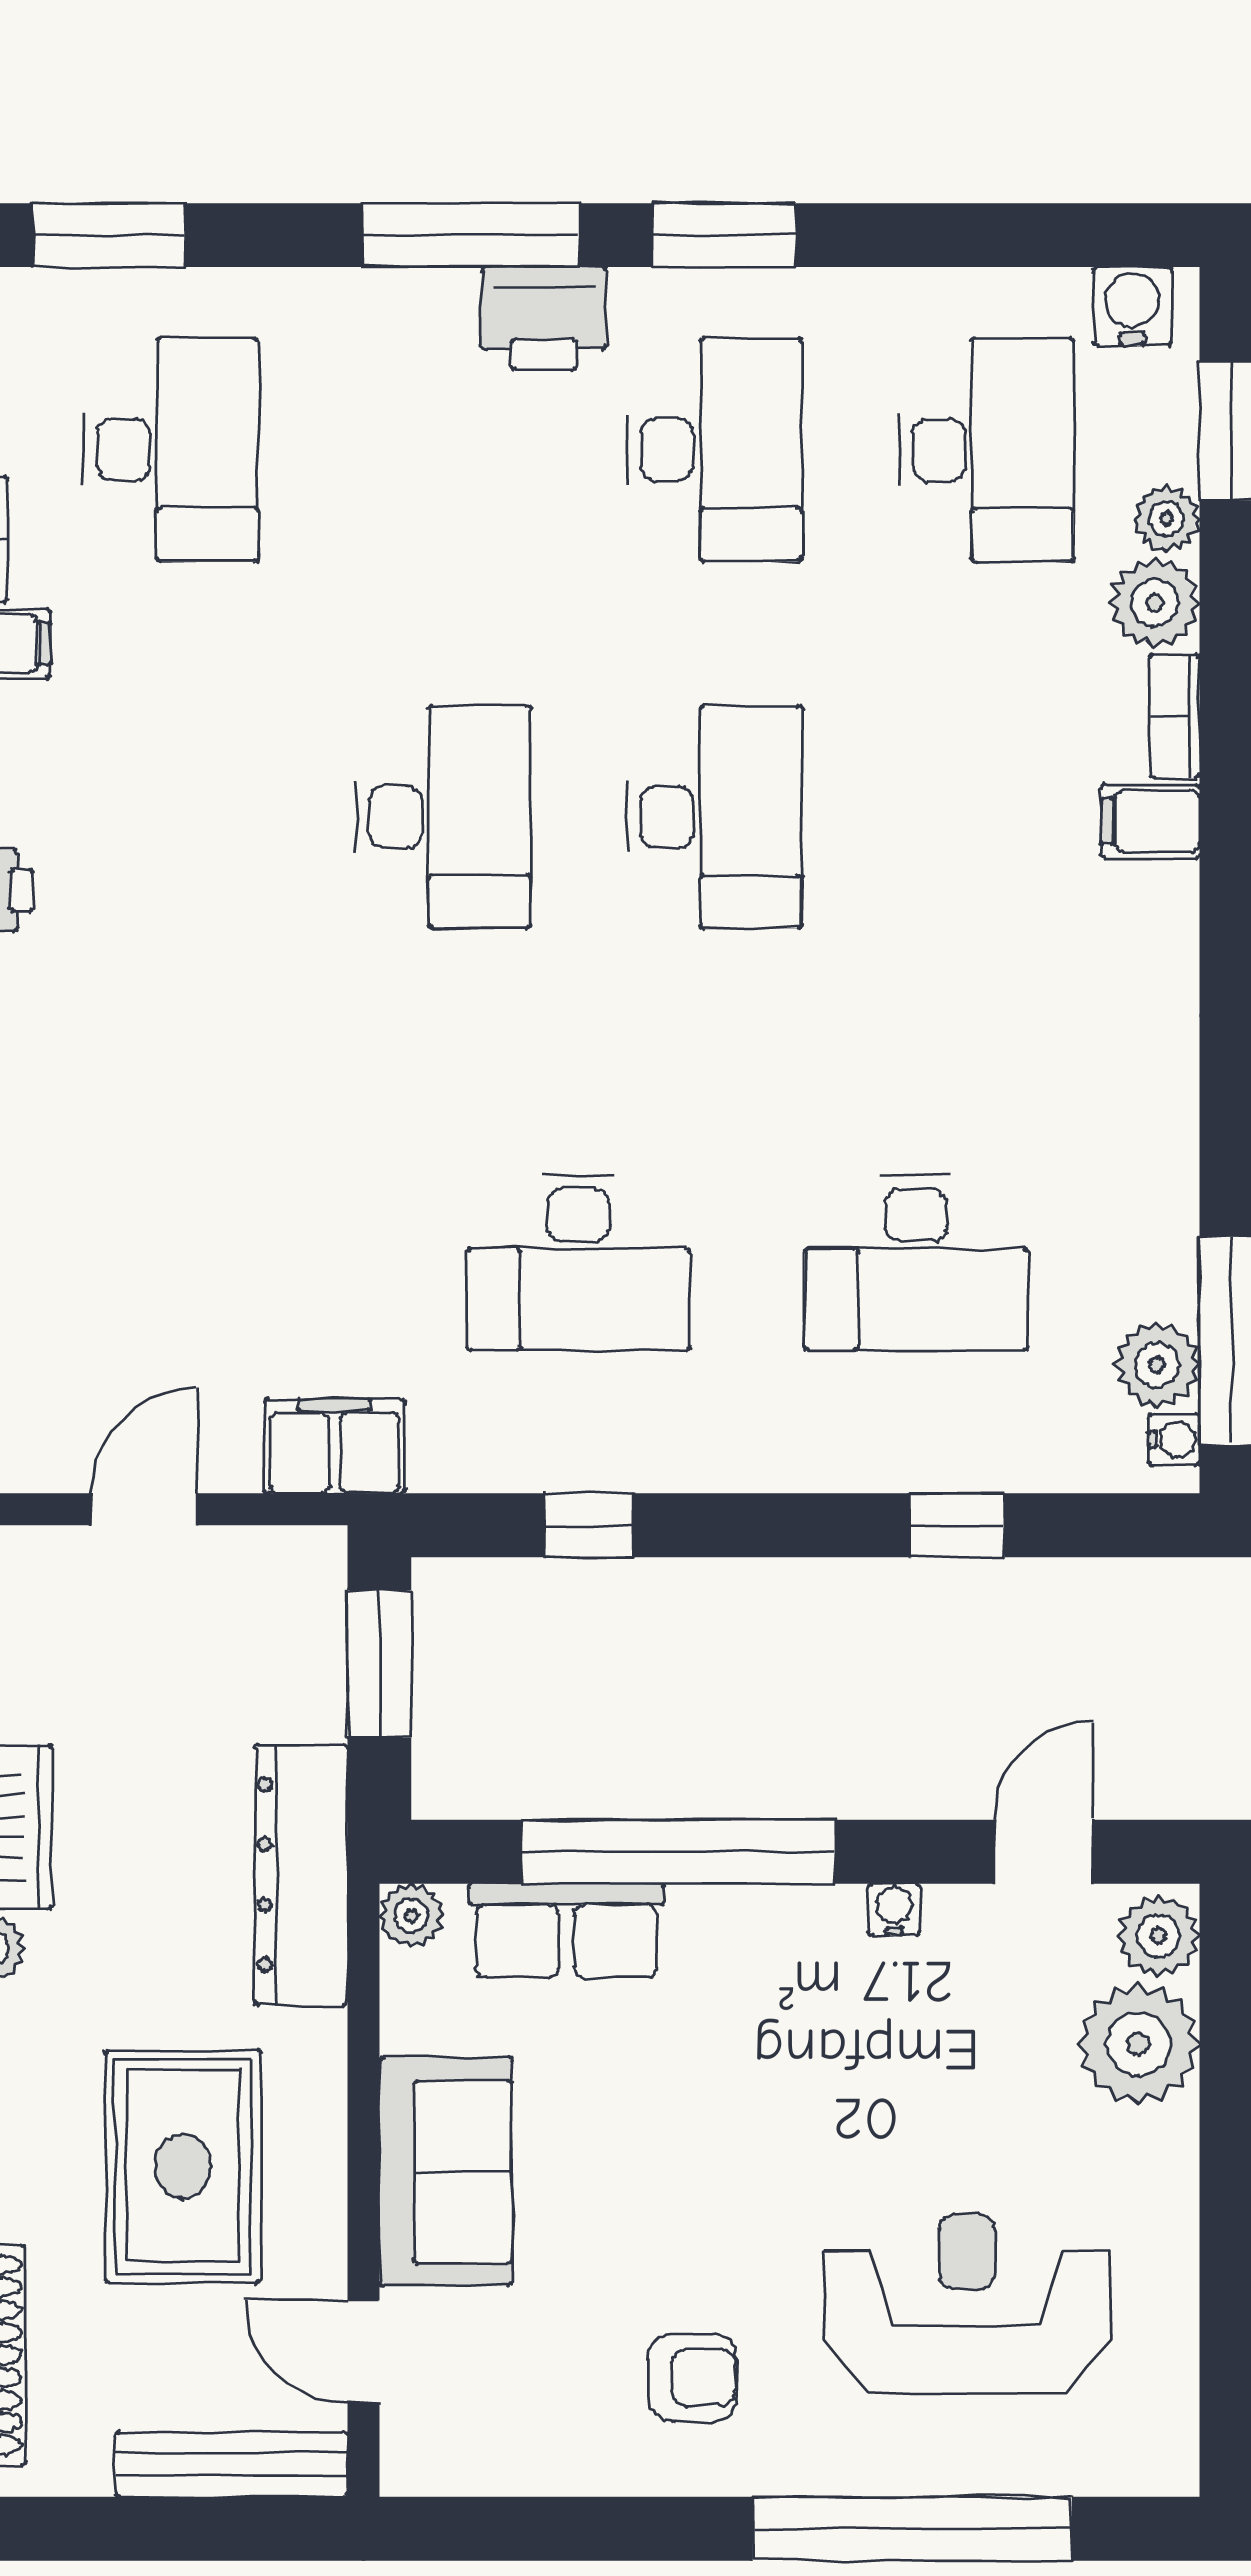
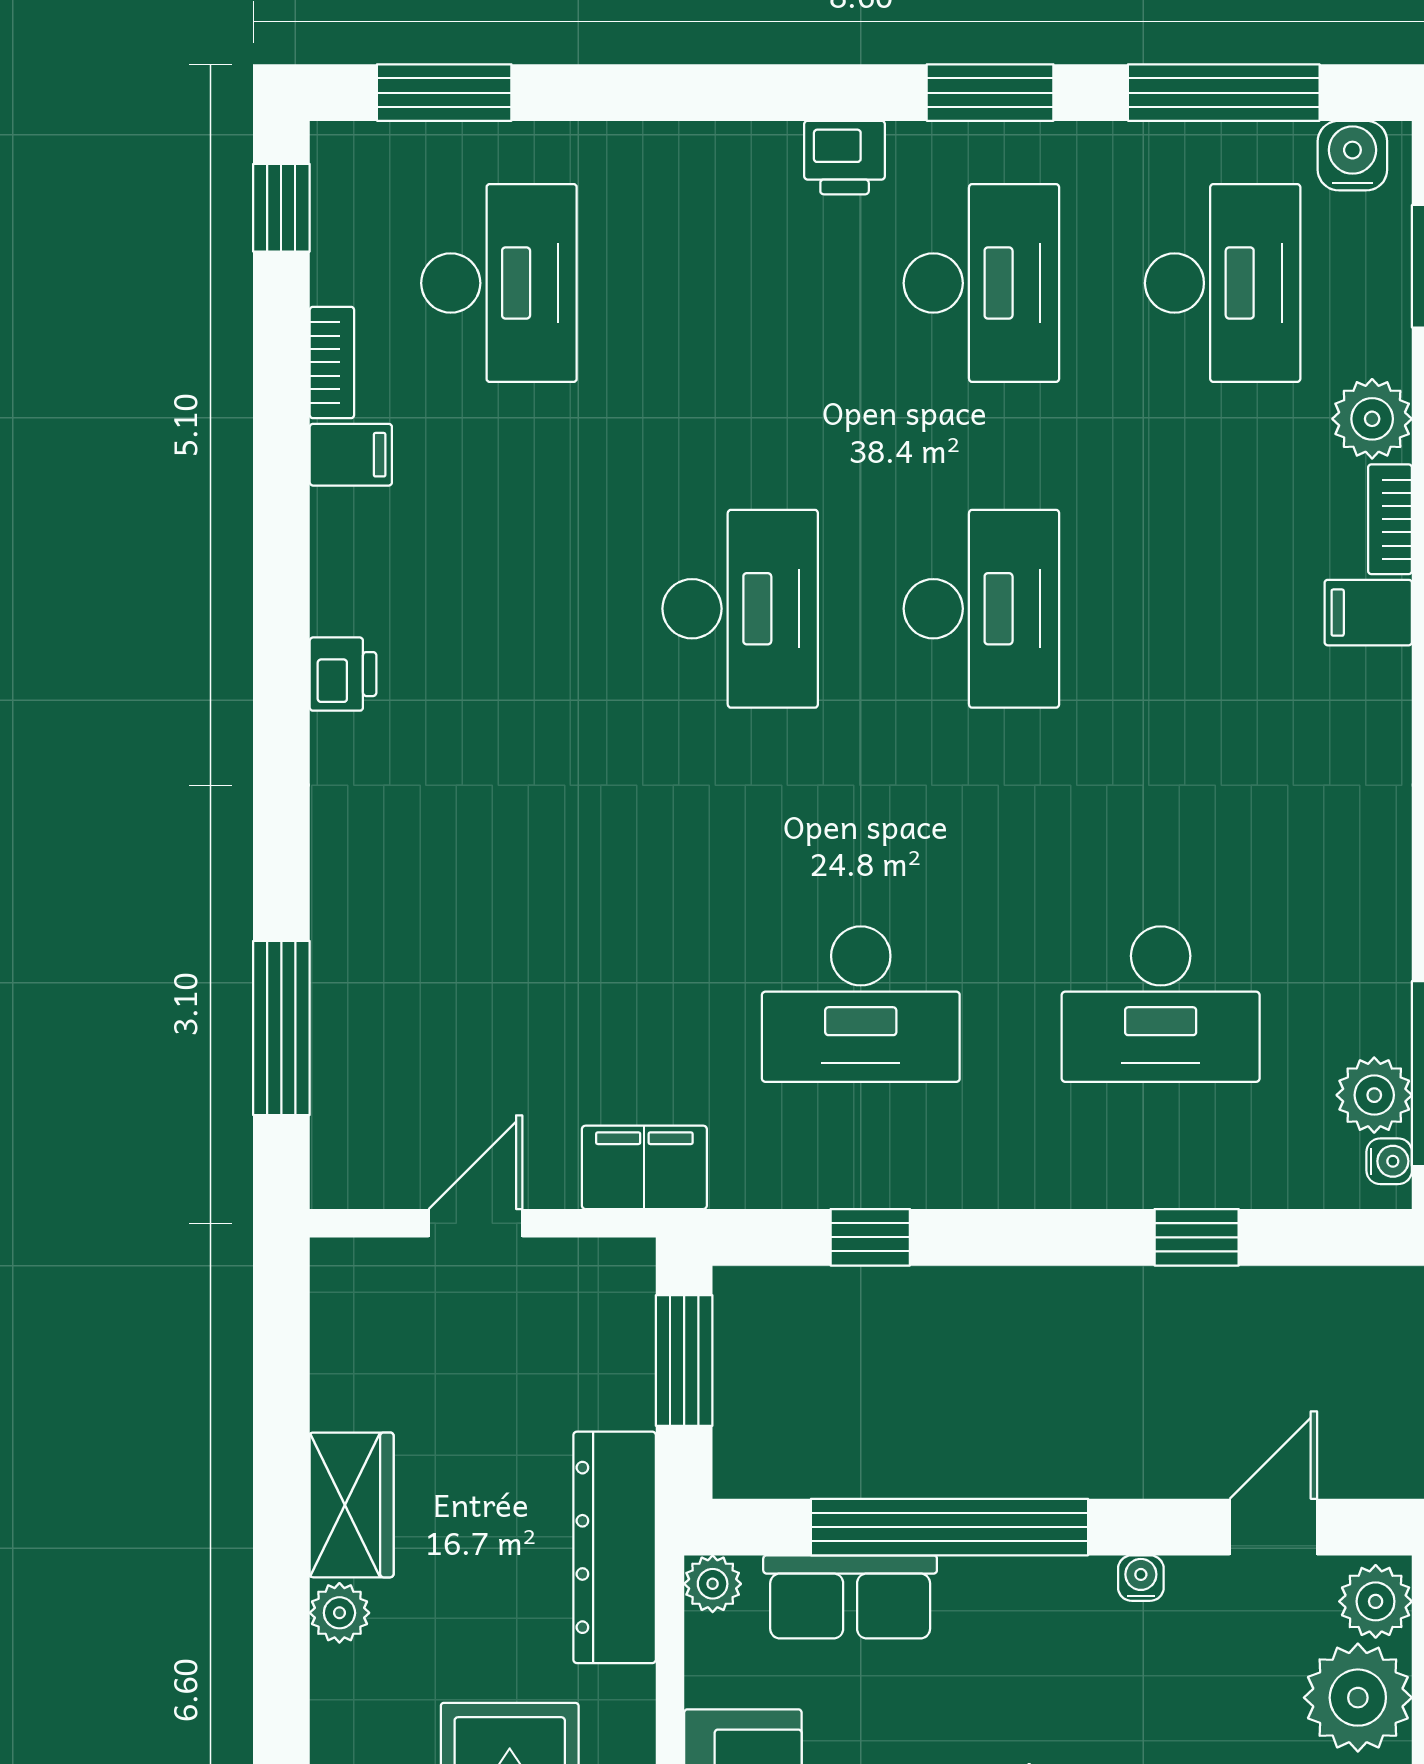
window: (471, 235) -> (1224, 93), moved
printer: (544, 318) -> (845, 158), width x0.73, depth x0.81
plant: (1167, 519) -> (1383, 344), removed

